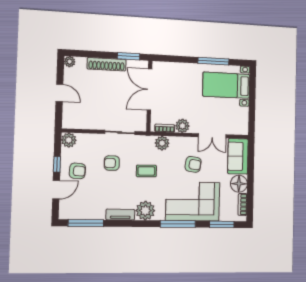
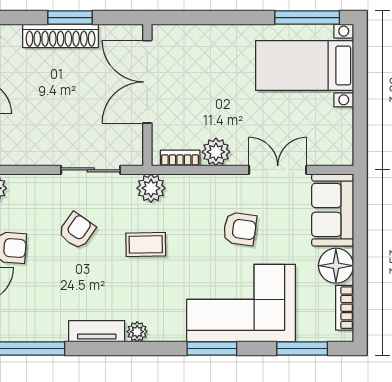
window: (129, 56) -> (70, 18), moved
window: (213, 61) -> (307, 18), moved
double door: (212, 136) -> (278, 170), swing flipped
plant: (162, 143) -> (151, 188), moved
armchair: (112, 163) -> (77, 231), turned 125
plant: (145, 211) -> (137, 332), width x0.53, depth x0.53
window: (178, 224) -> (212, 348), width x0.69

